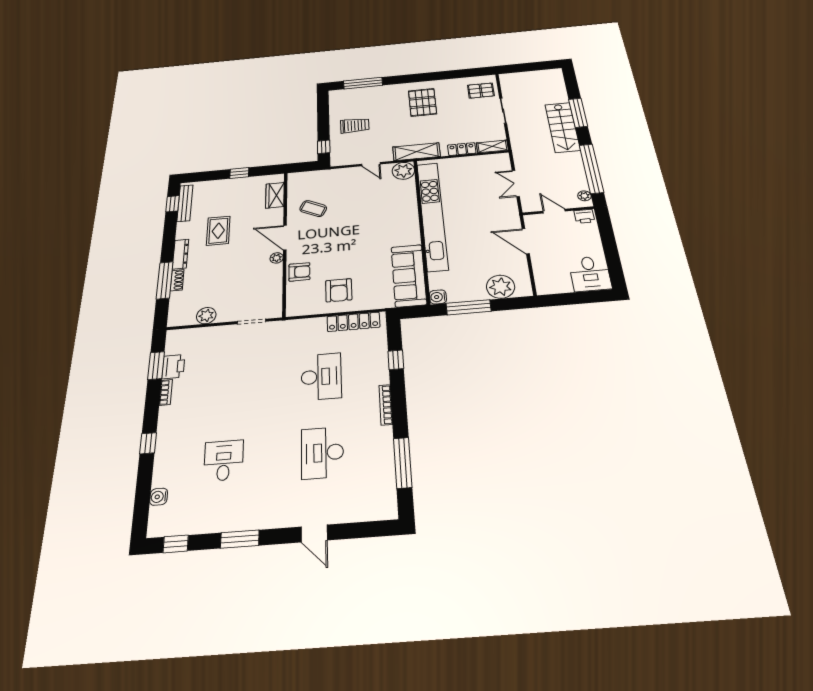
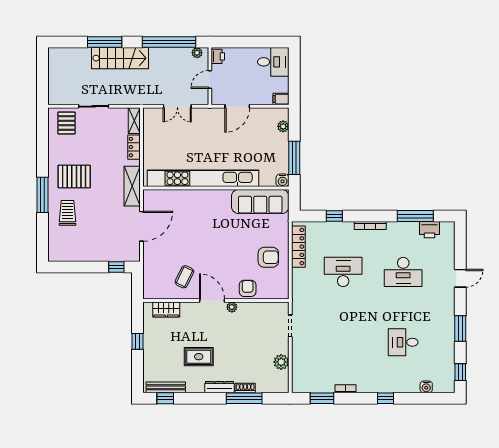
window: (363, 83) -> (42, 195), moved
trolley: (355, 126) -> (67, 213), moved
door: (371, 164) -> (142, 226), width x1.87
plant: (403, 171) -> (152, 199), removed
door: (285, 238) -> (212, 300), swing flipped
filing cabinet: (543, 286) -> (281, 99), added
plant: (500, 287) -> (283, 126), width x0.53, depth x0.53
printer: (173, 367) -> (430, 230), moved, turned 180

